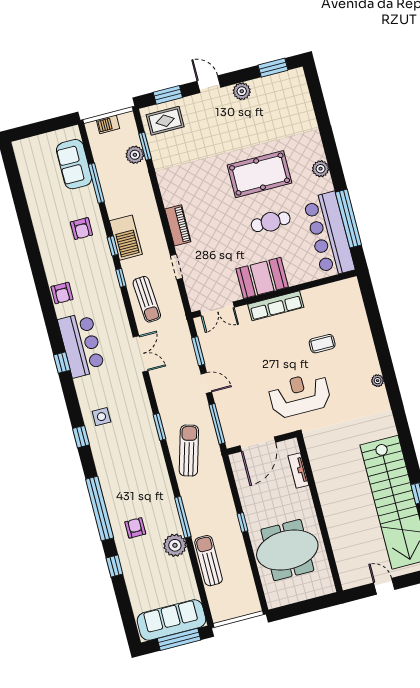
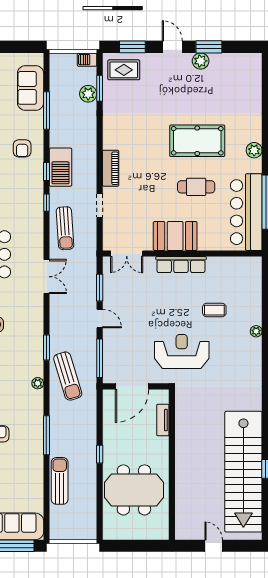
window: (273, 68) -> (209, 47), moved
barbecue: (108, 124) -> (87, 60), moved
plant: (378, 381) -> (256, 331), moved
sun lounger: (189, 451) -> (68, 376), turned 147
plant: (175, 545) -> (38, 383), moved, width x0.53, depth x0.53

